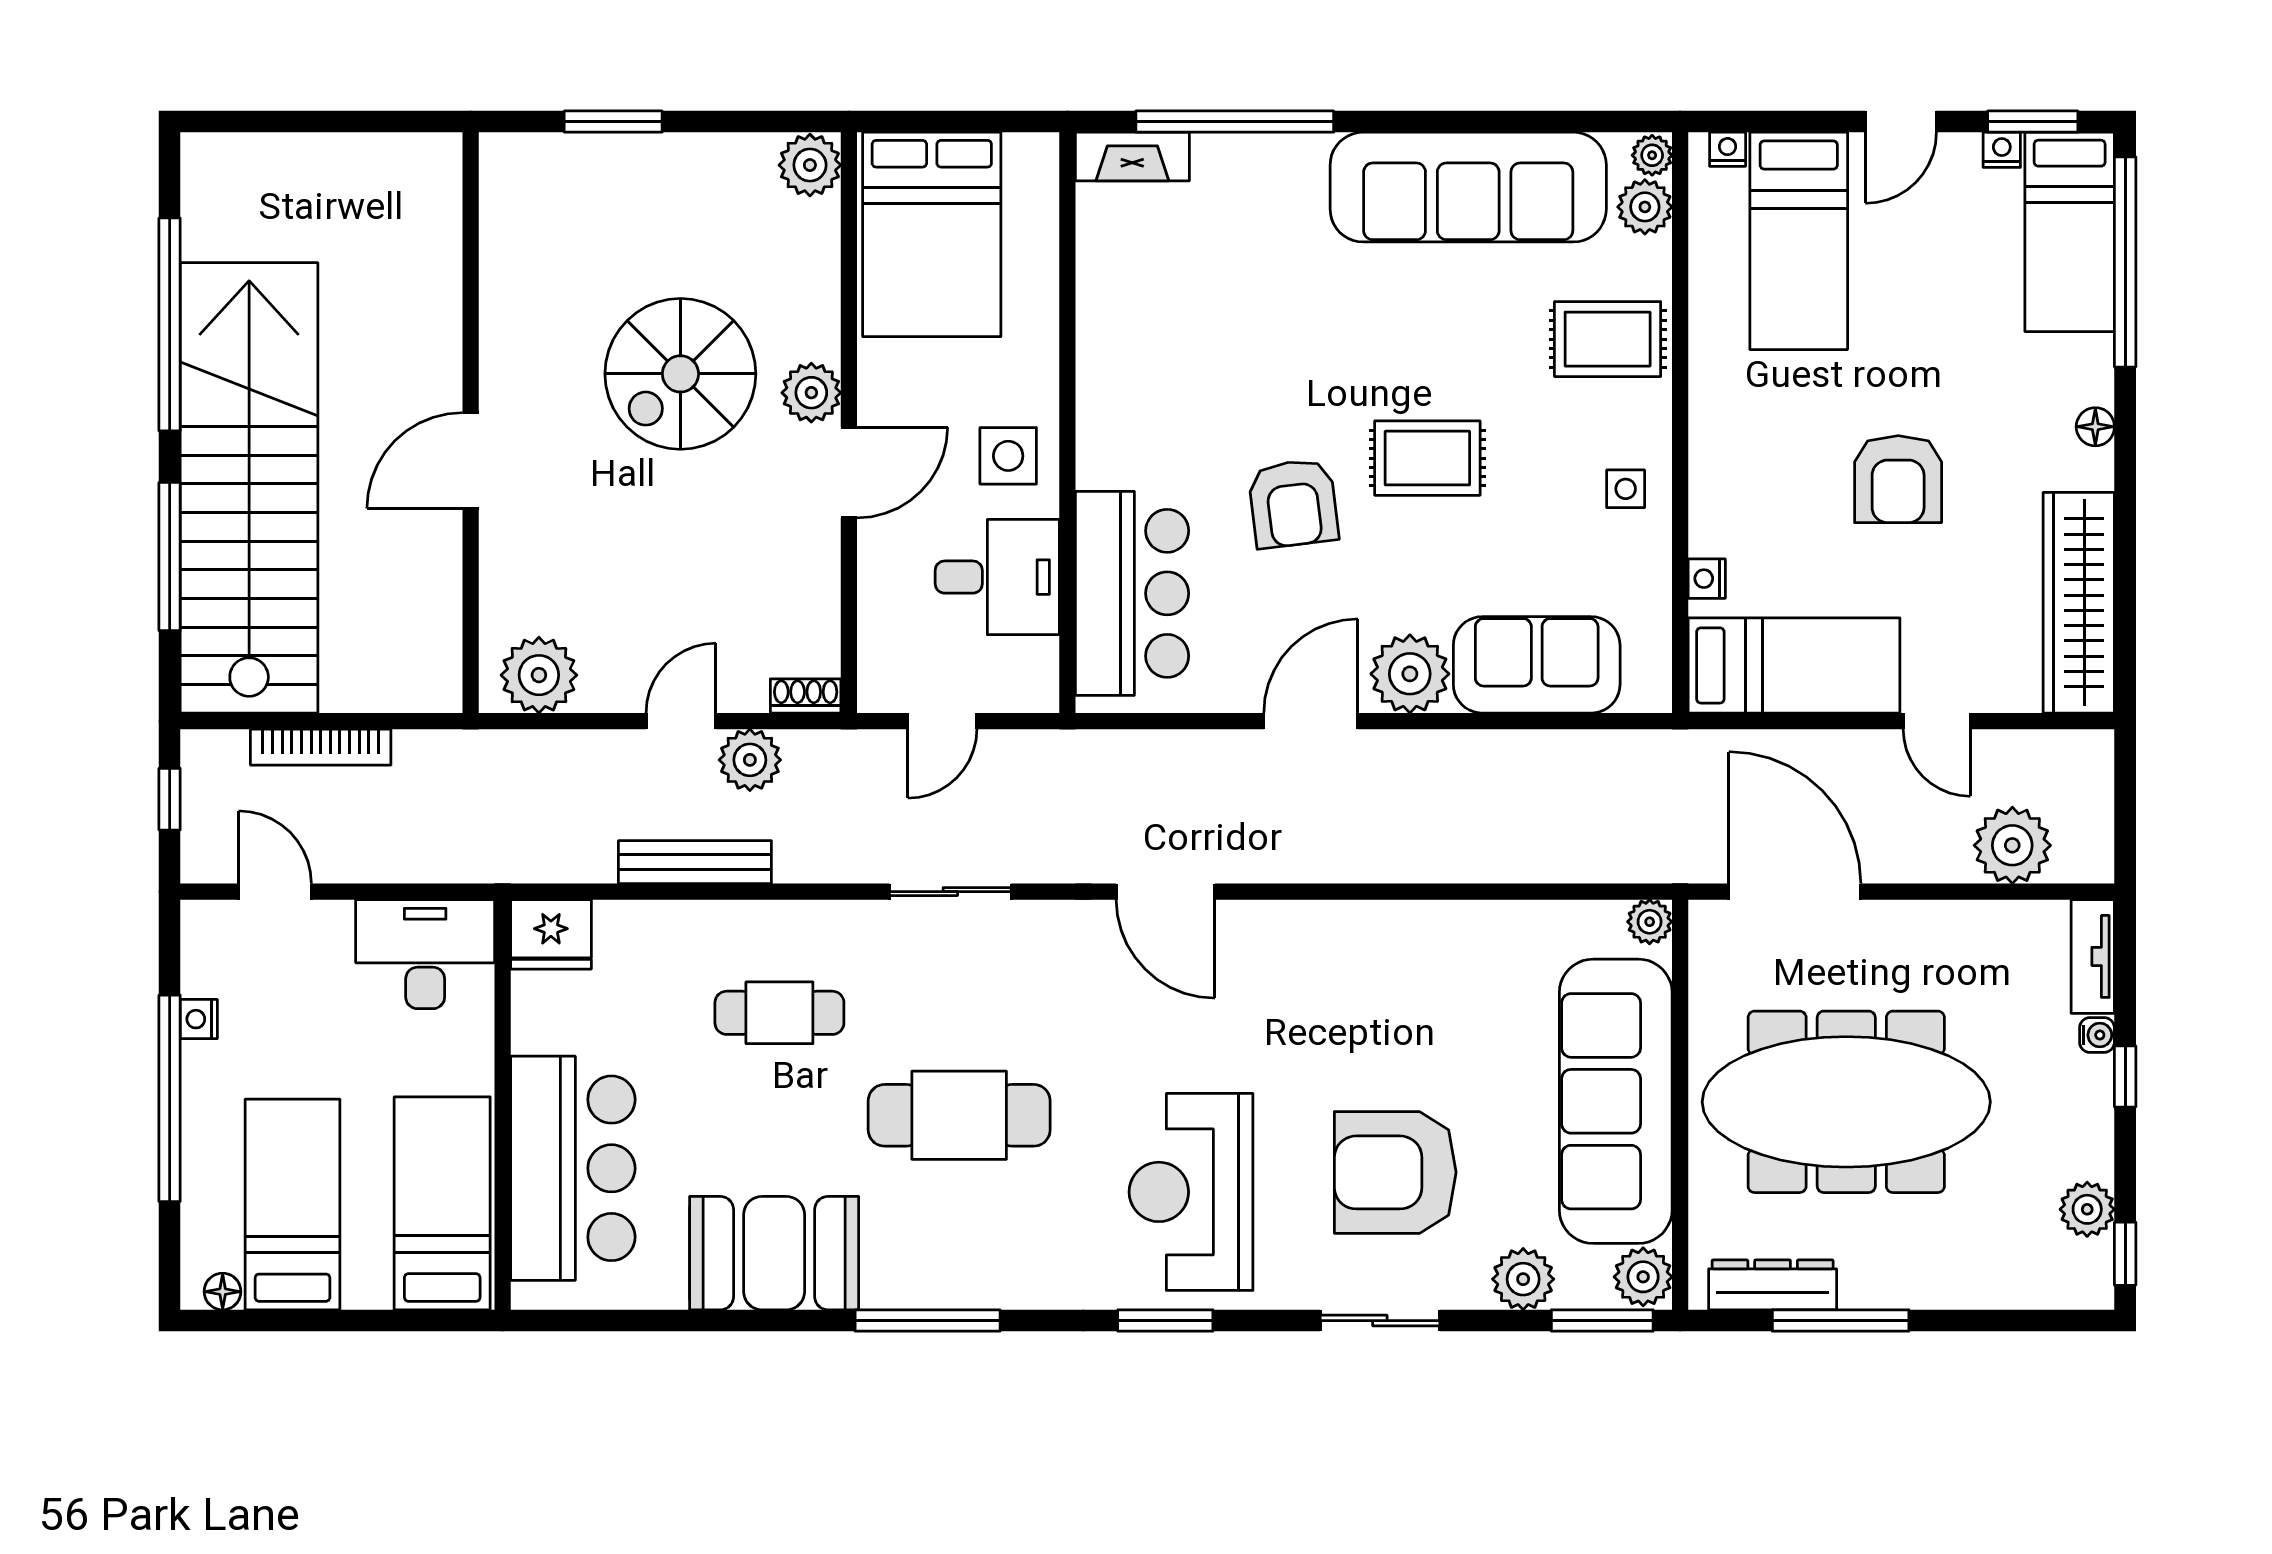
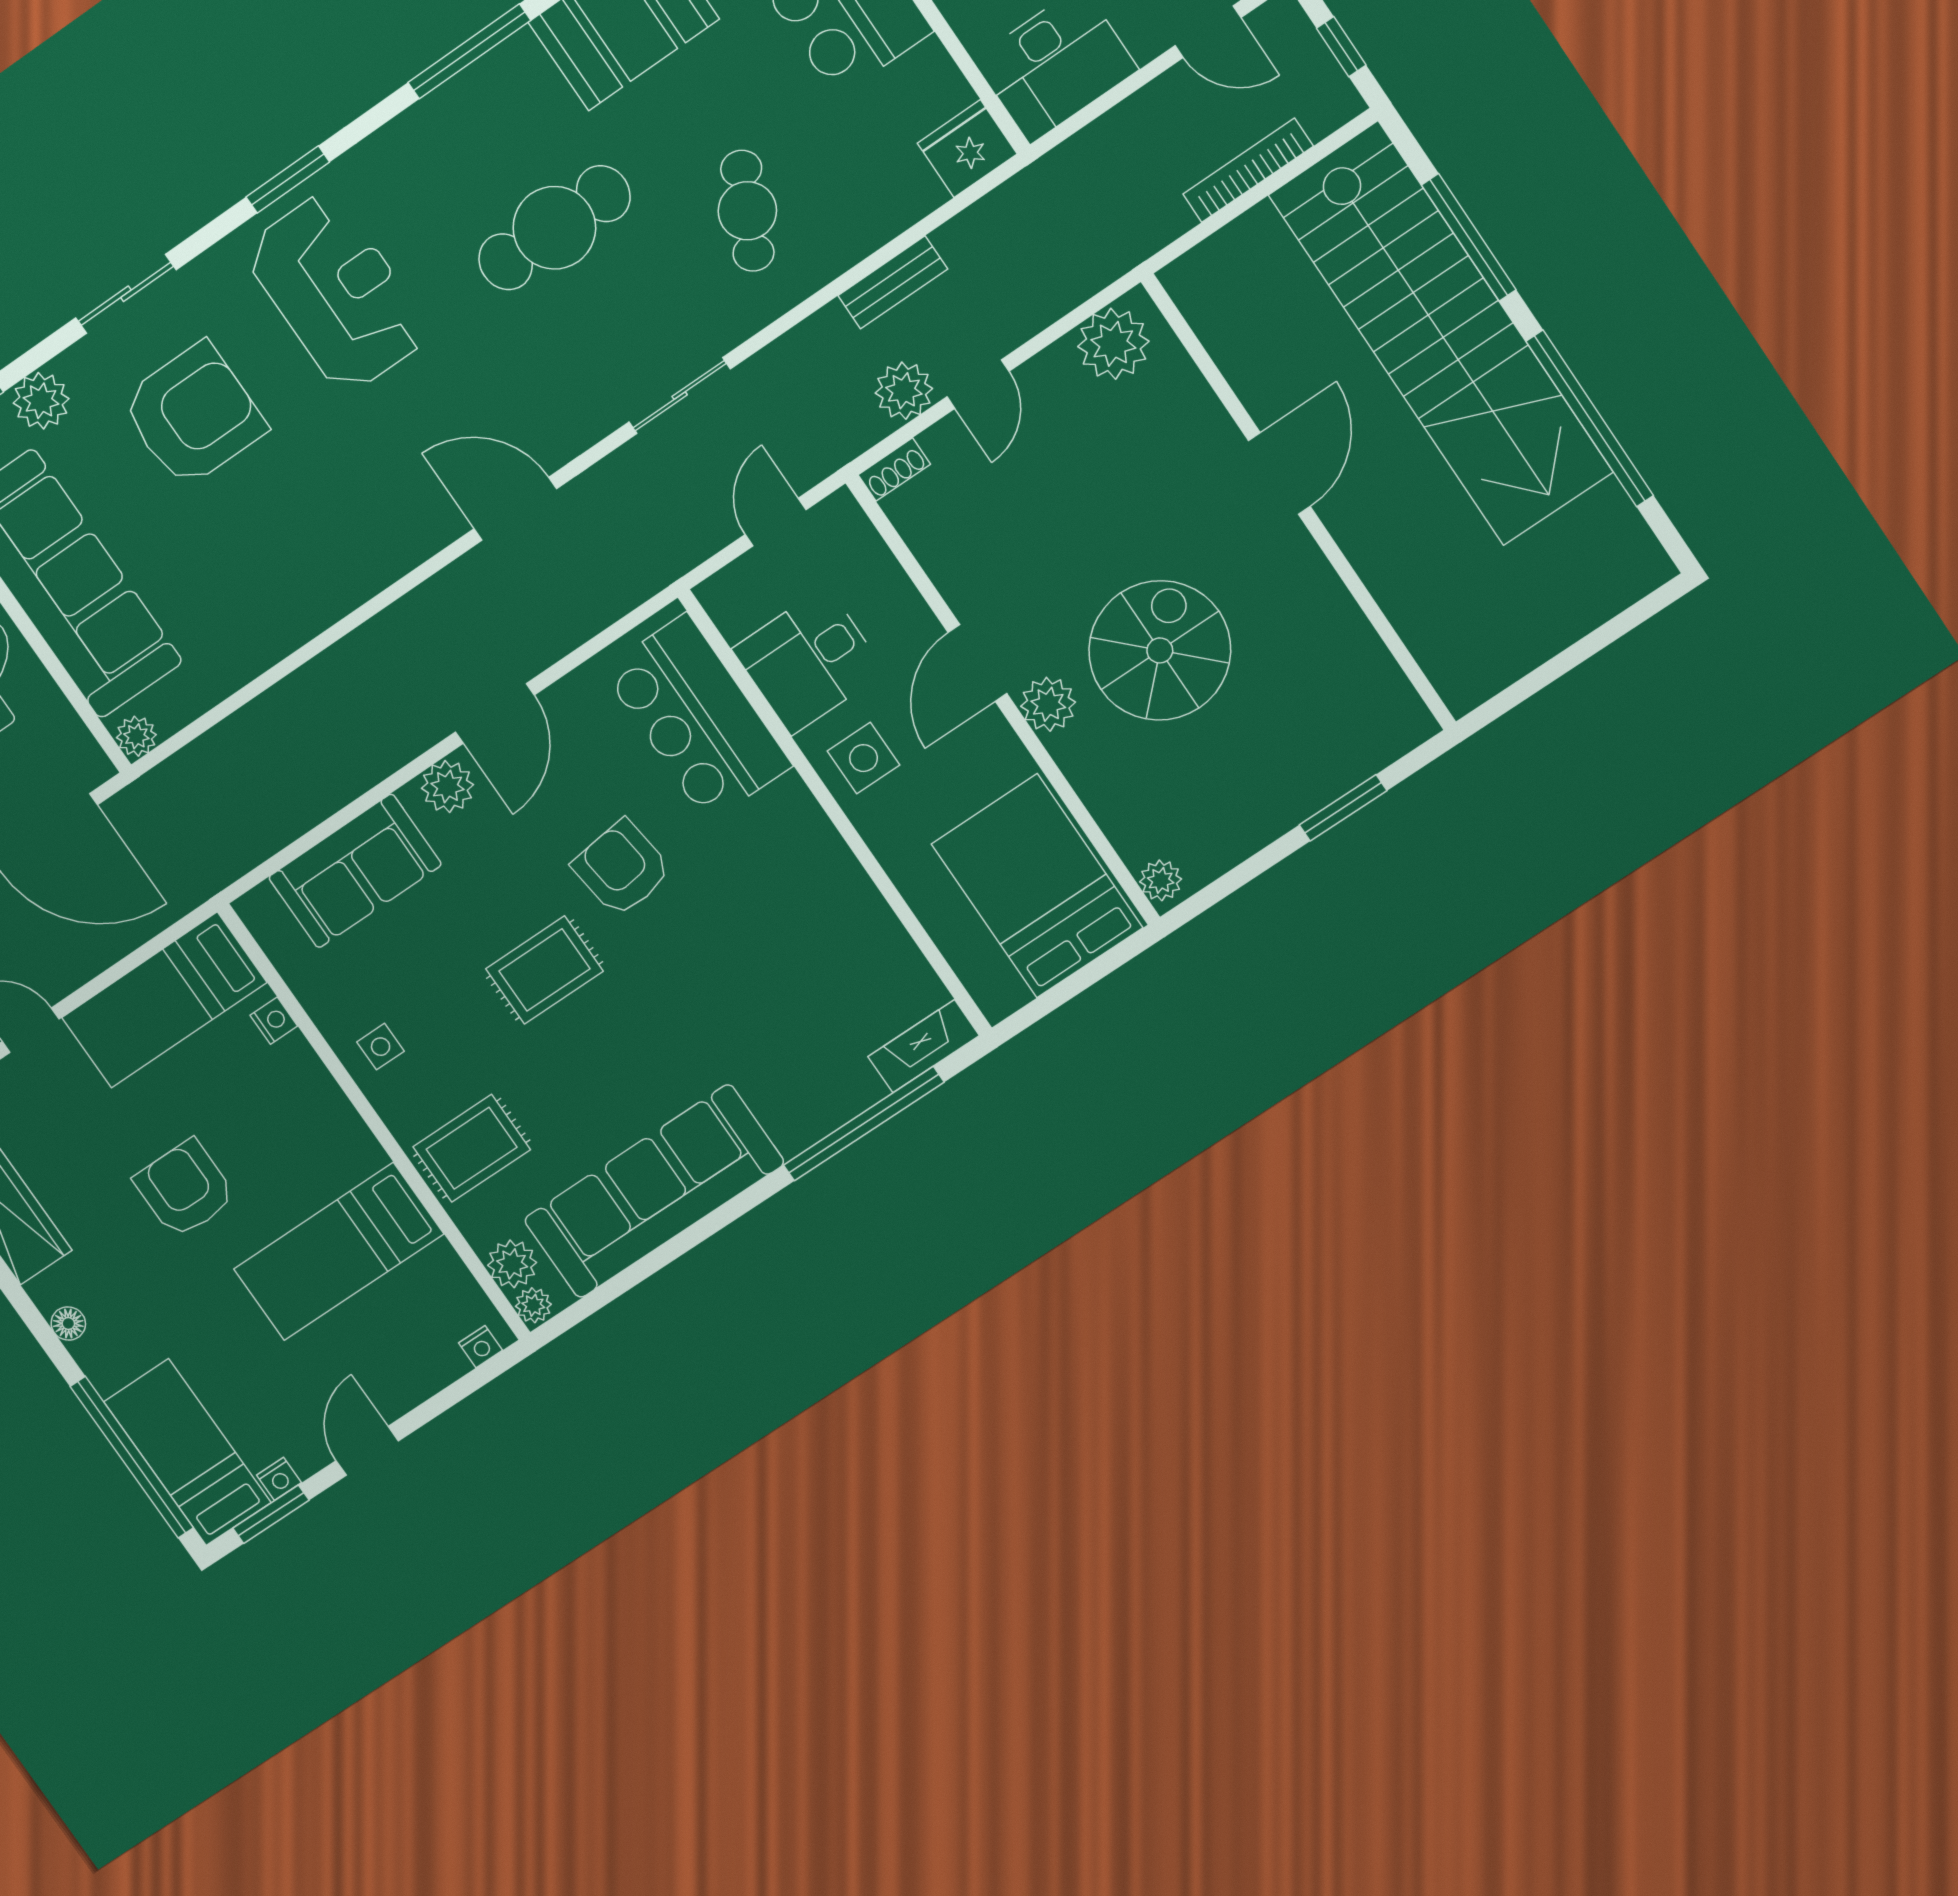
plant: (810, 165) -> (1161, 880), width x0.73, depth x0.73
bed: (1799, 241) -> (339, 1252), moved, turned -90
plant: (1410, 674) -> (447, 787), width x0.73, depth x0.73
bench: (695, 862) -> (893, 282), width x0.73
cafe table: (779, 1013) -> (747, 211), turned -64

